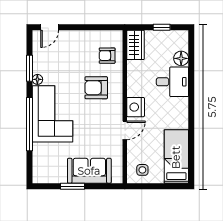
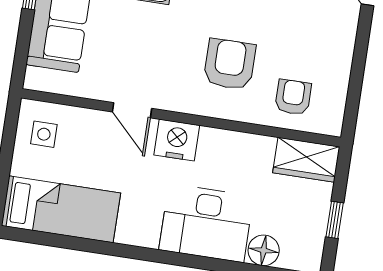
desk: (172, 82) -> (206, 223), width x1.37

